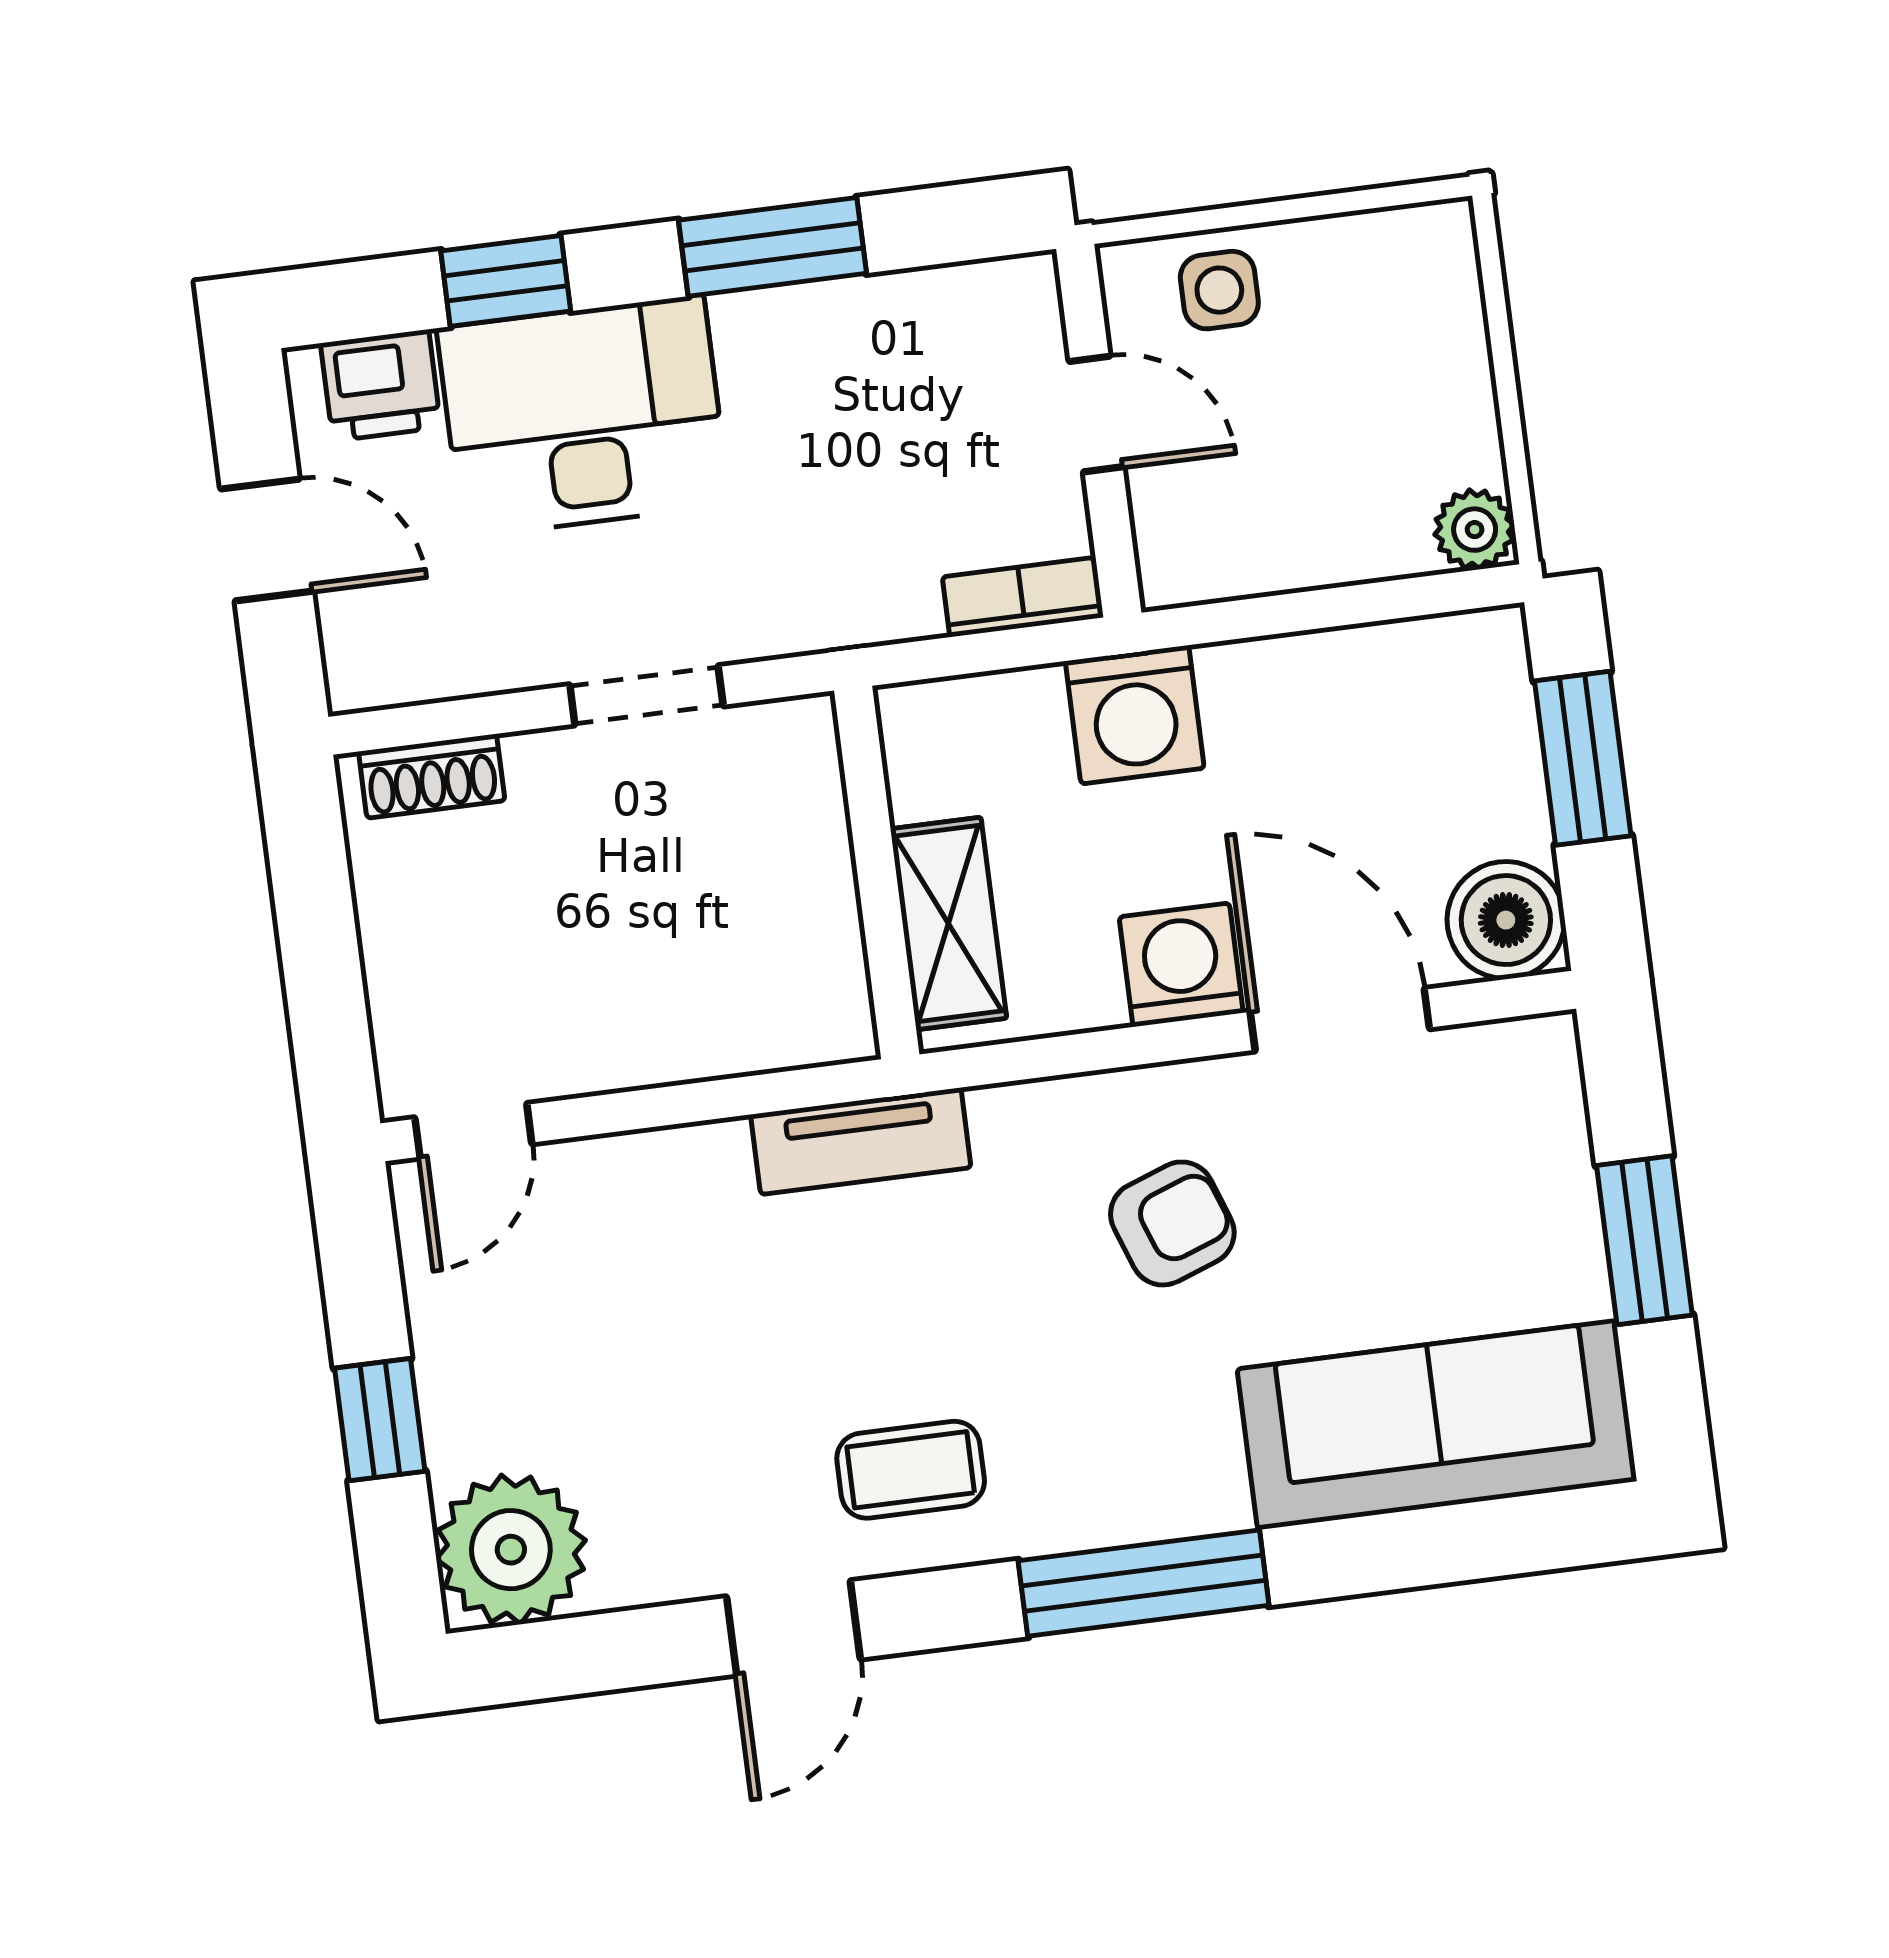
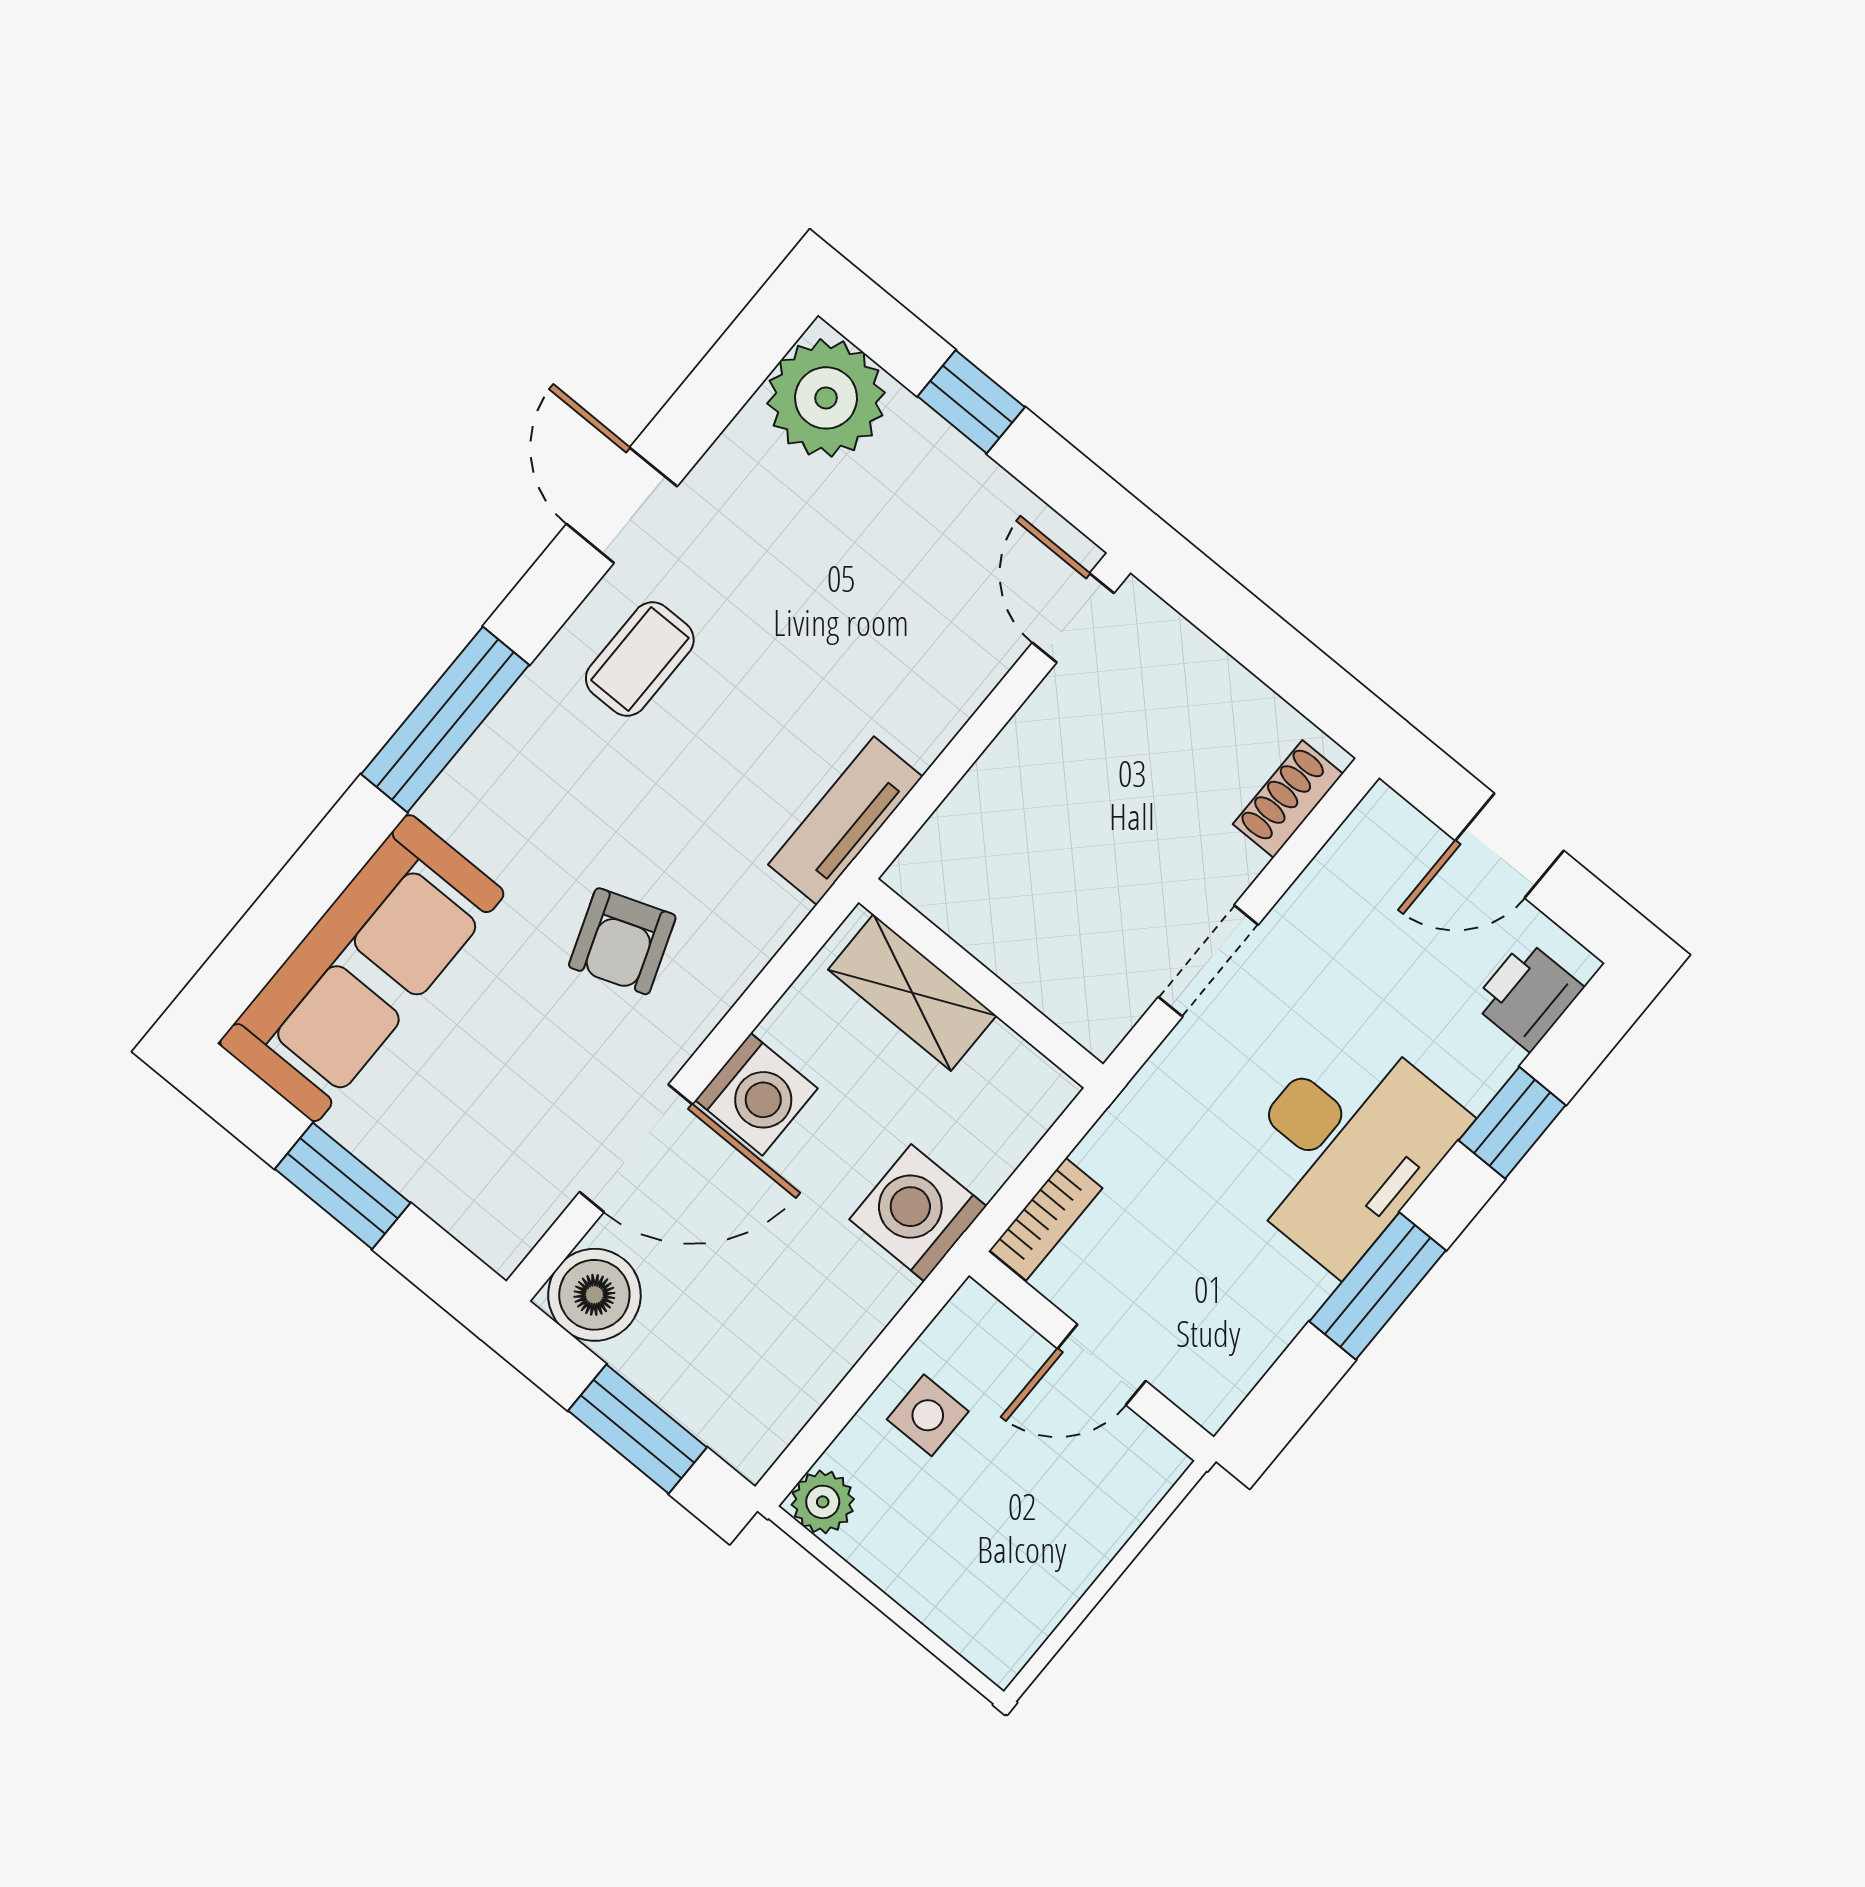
side table: (1219, 290) -> (928, 1415), moved
desk: (583, 416) -> (1345, 1147), moved

